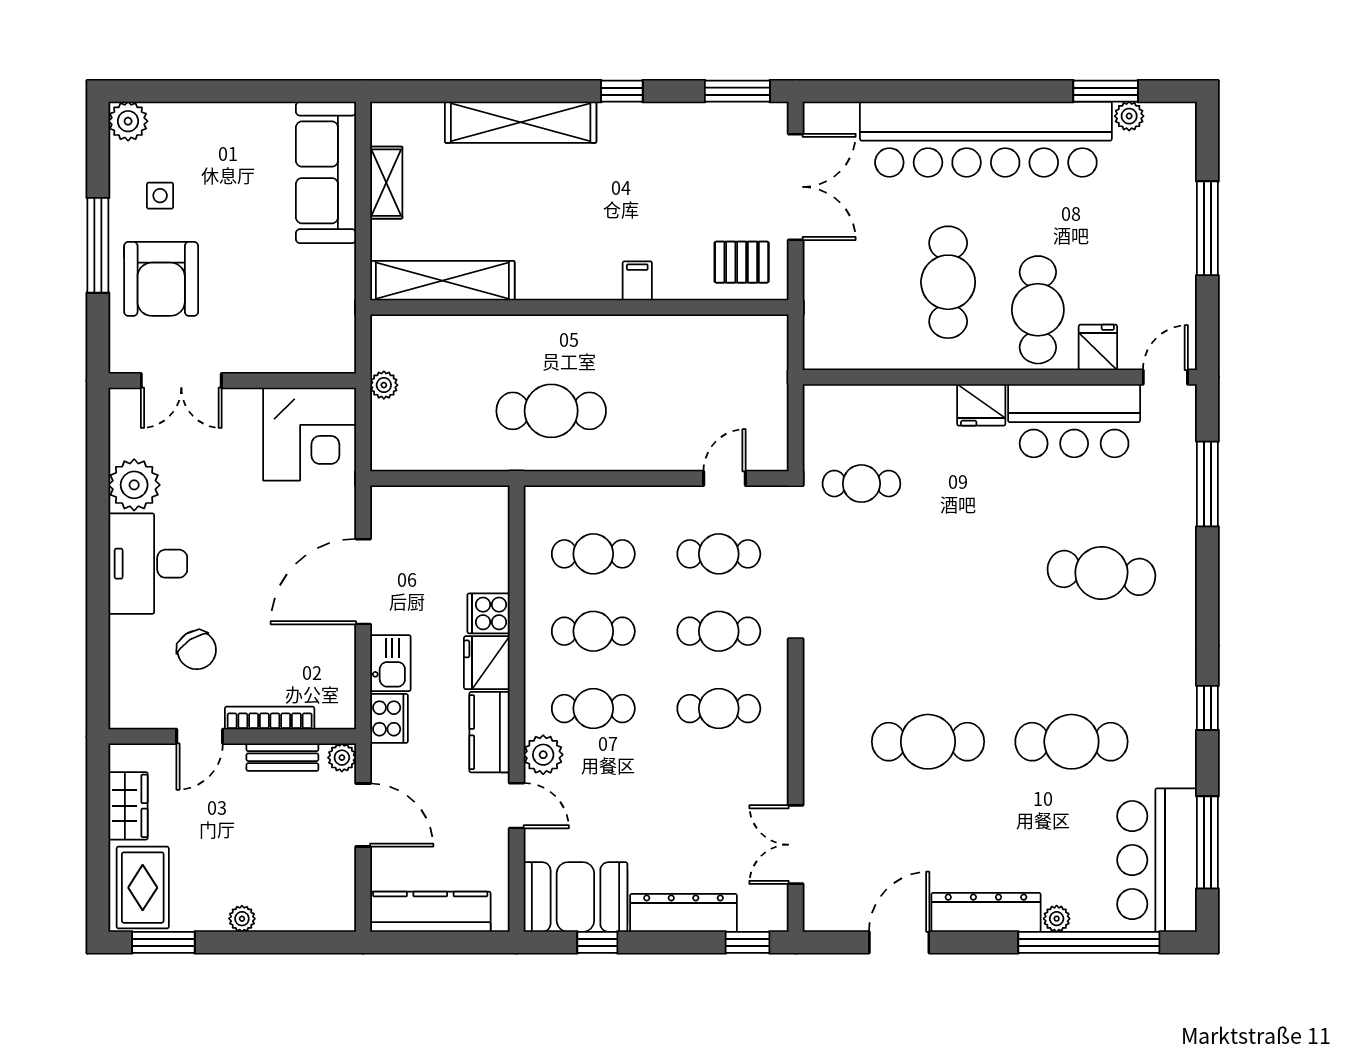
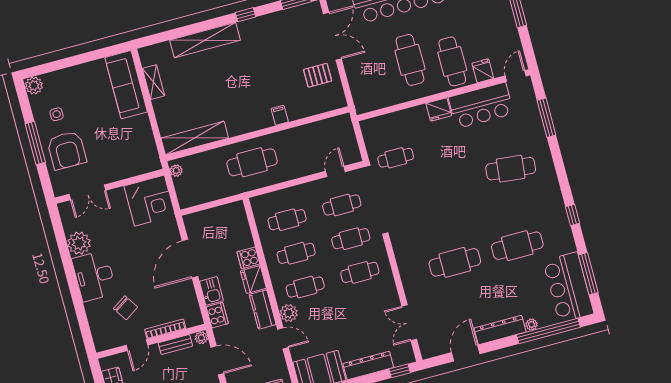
shelving: (442, 281) -> (195, 138), moved
filing cabinet: (637, 281) -> (280, 115), moved
wall: (579, 307) -> (258, 134), moved

